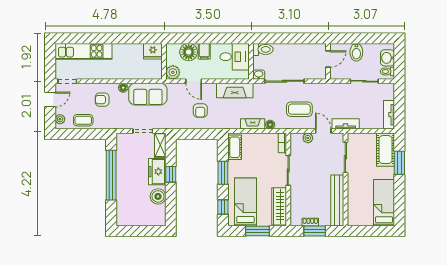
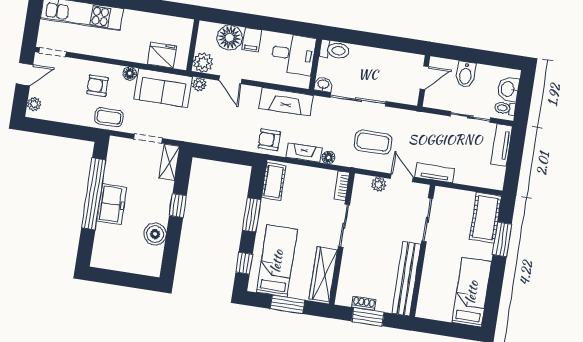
fridge: (153, 51) -> (162, 55), moved, turned 180
plant: (173, 88) -> (199, 84), added
armchair: (200, 110) -> (269, 140), moved, turned 90
tv unit: (389, 115) -> (502, 145), moved
coffee table: (83, 120) -> (109, 117), moved
freezer: (157, 172) -> (112, 204), moved, turned 180

